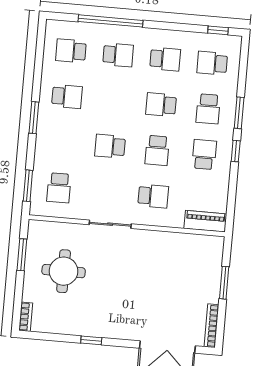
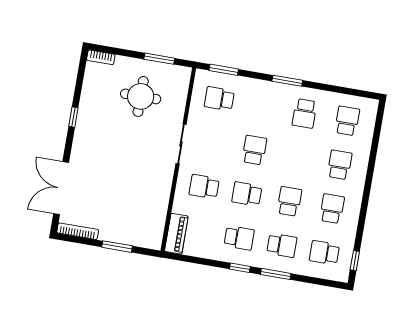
window: (111, 21) -> (372, 160), removed
school desk: (118, 55) -> (340, 165), turned 180
school desk: (165, 59) -> (332, 209), turned 180
school desk: (212, 63) -> (324, 253), turned -90
school desk: (208, 109) -> (282, 245), turned 180
school desk: (153, 196) -> (204, 187), turned 90

